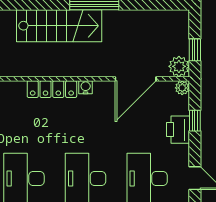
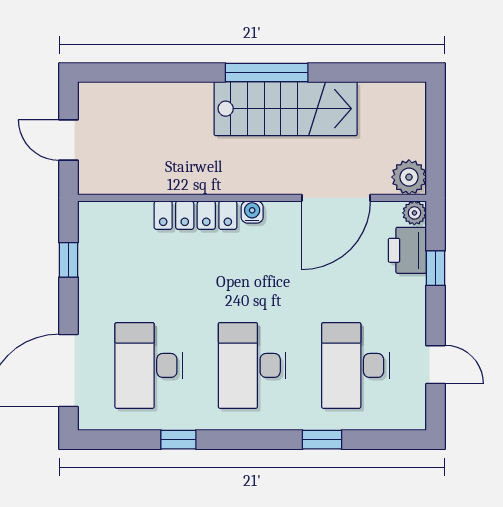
stairs: (59, 26) -> (286, 109), moved
window: (195, 50) -> (436, 149), removed
printer: (178, 130) -> (407, 250), moved

